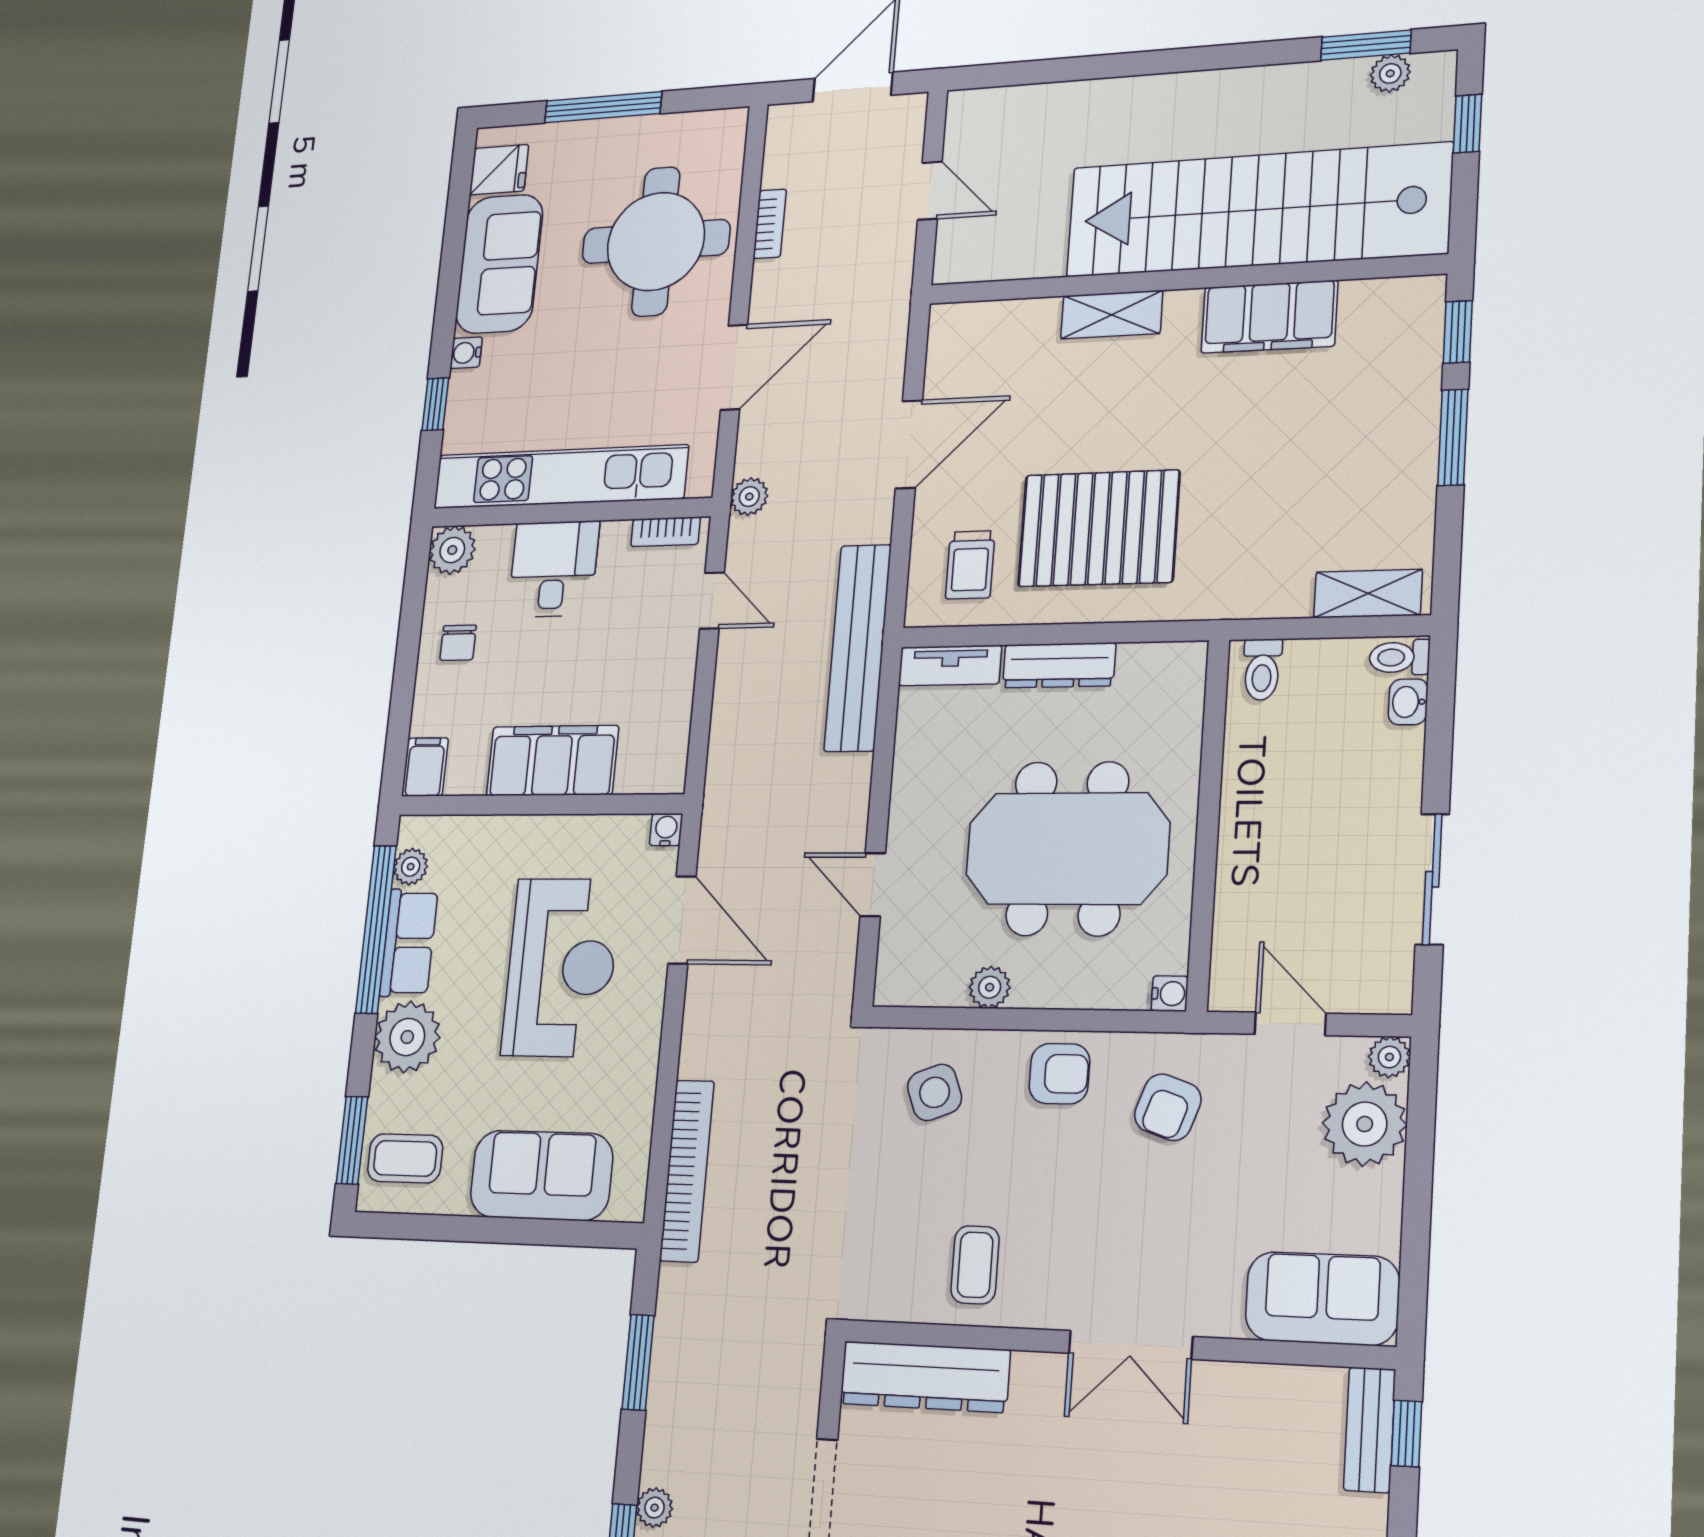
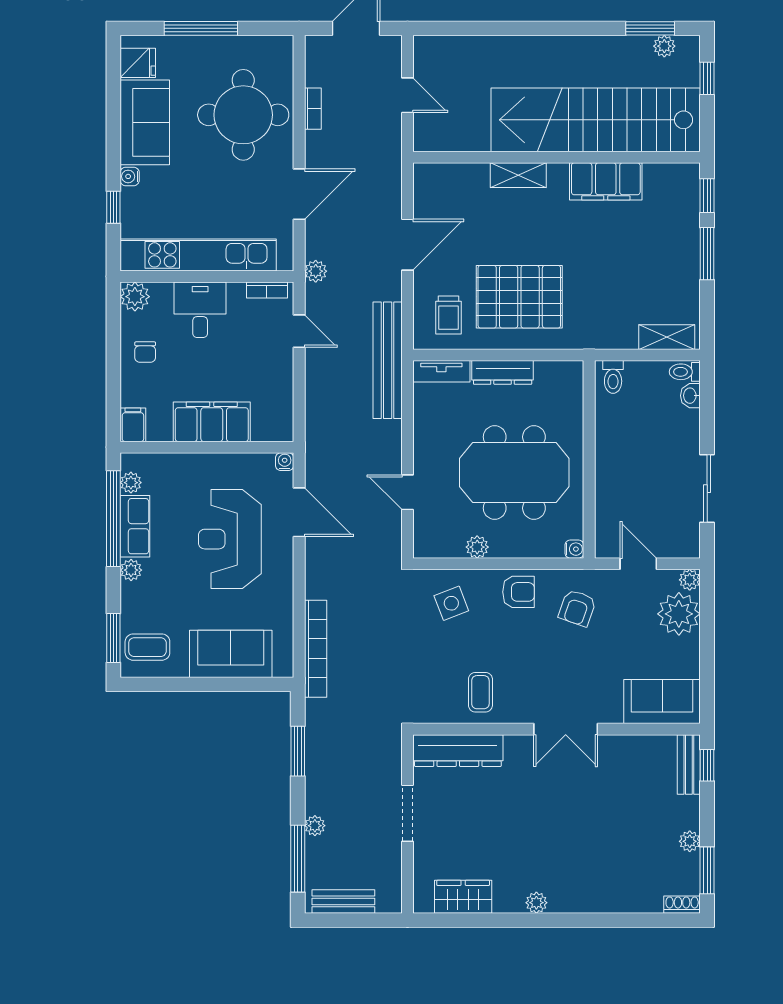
reception desk: (561, 967) -> (230, 539), turned 180
plant: (407, 1037) -> (131, 570), width x0.53, depth x0.53

